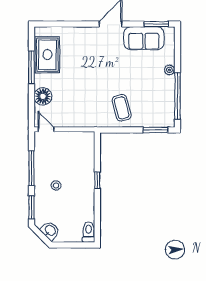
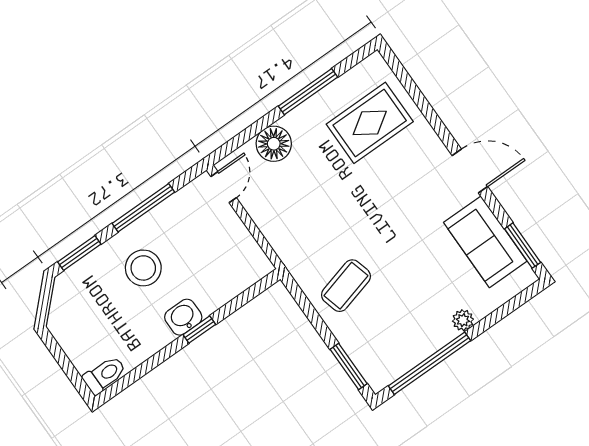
rug: (47, 55) -> (370, 123), moved
stool: (56, 185) -> (143, 268), width x1.89, depth x1.89
washbasin: (50, 231) -> (183, 317), moved, turned -135

